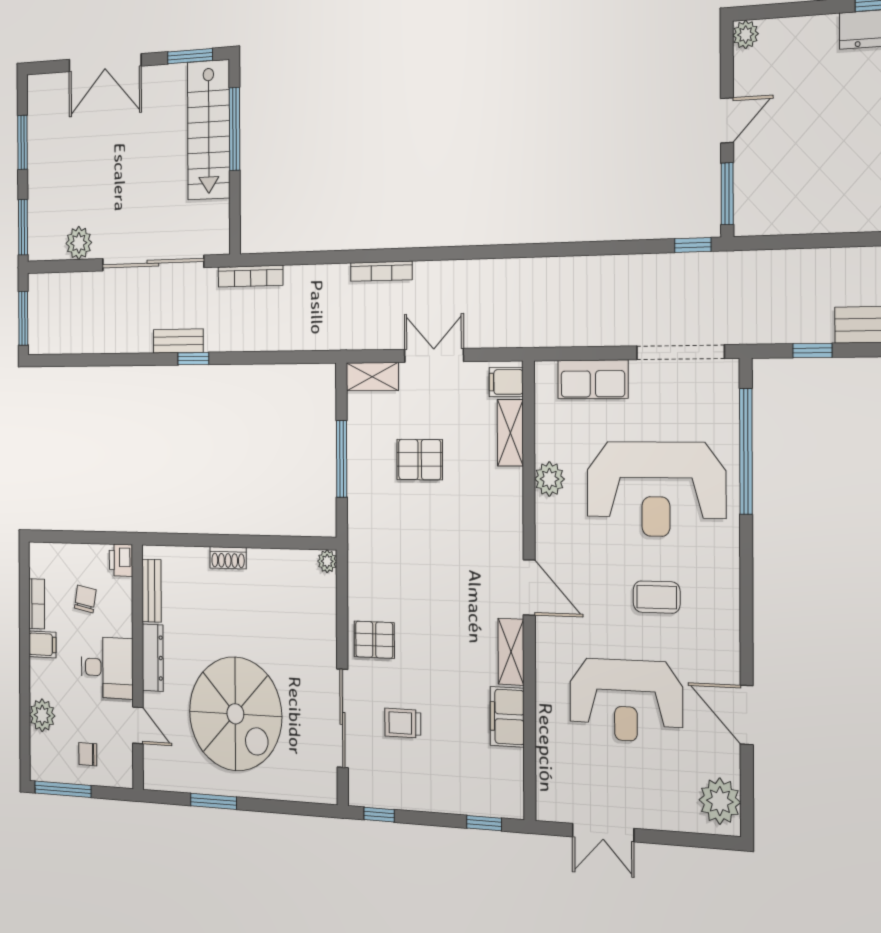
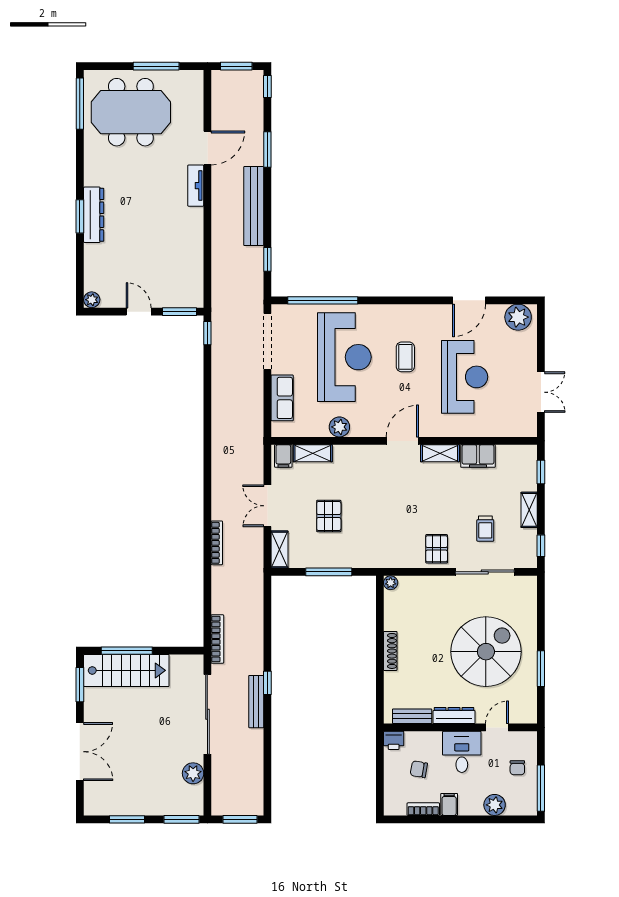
bench: (178, 341) -> (256, 702), width x1.36
shoe rack: (228, 558) -> (390, 651), width x1.43
shelving: (430, 799) -> (529, 510), added

